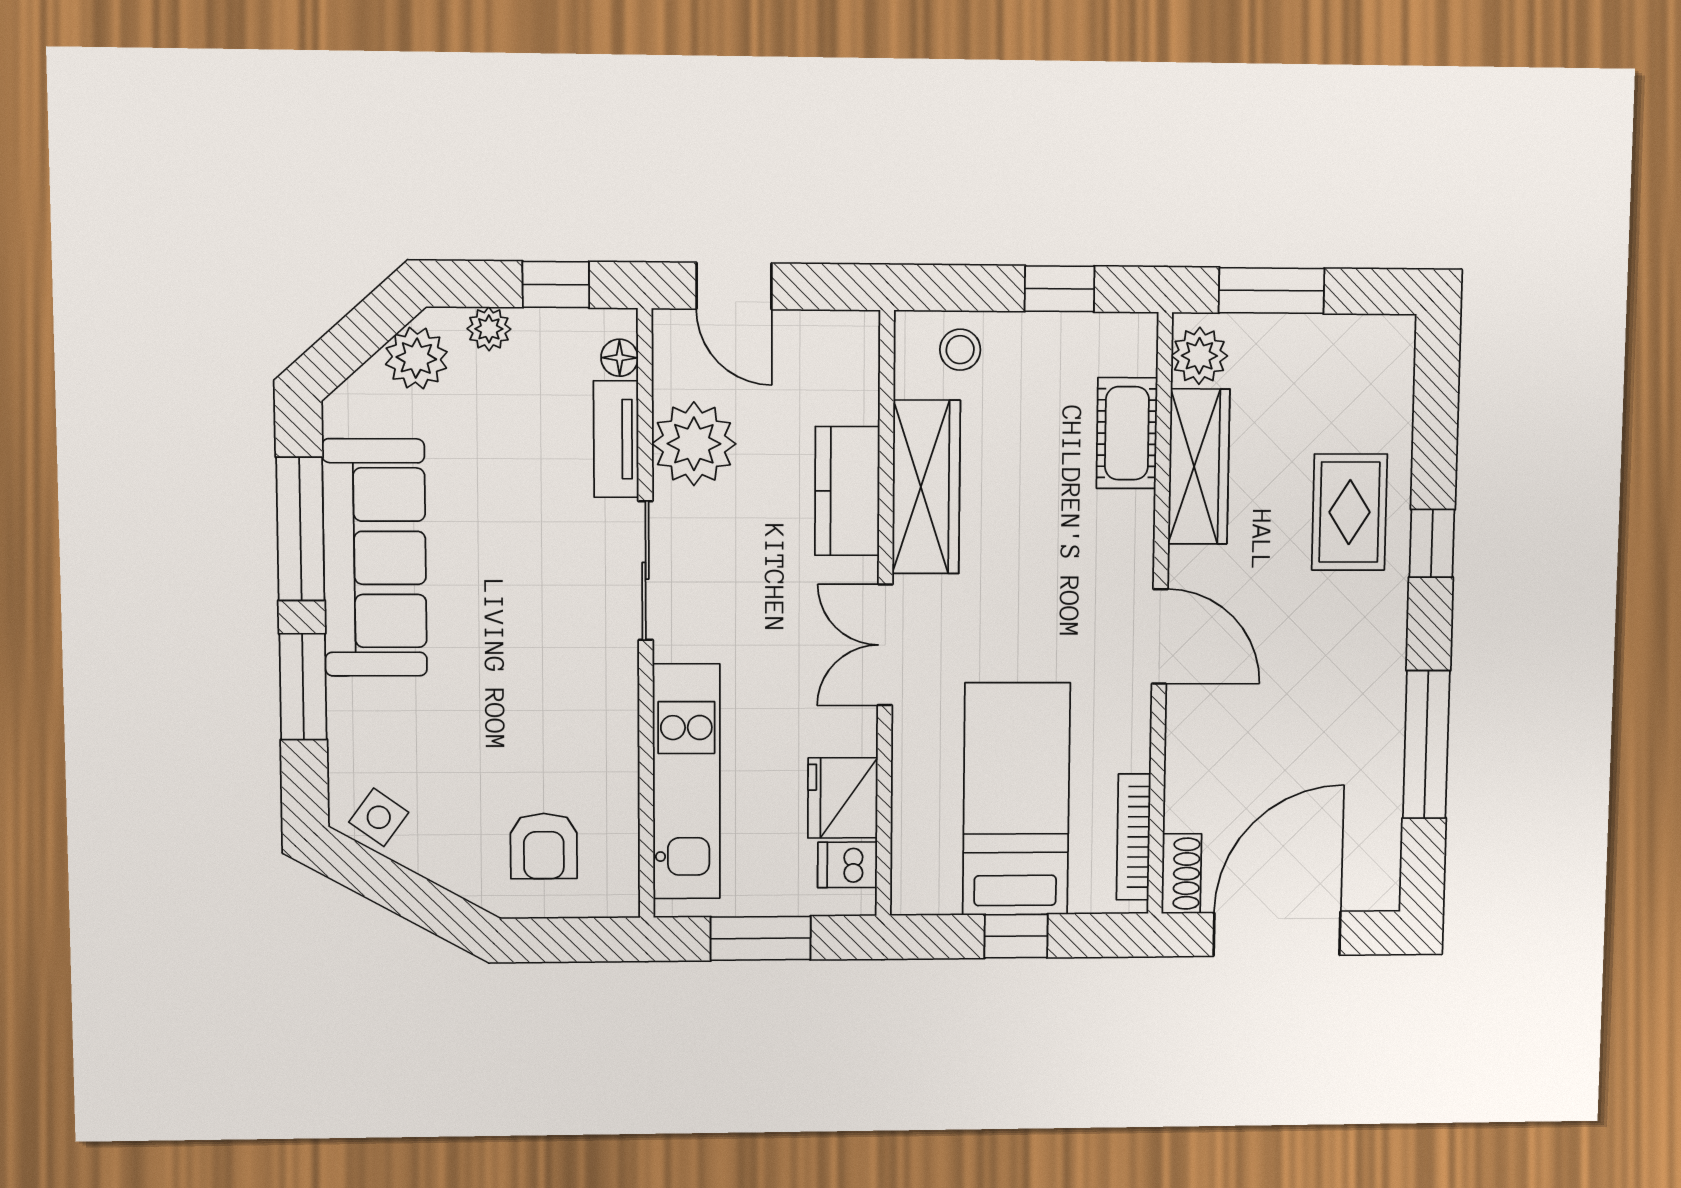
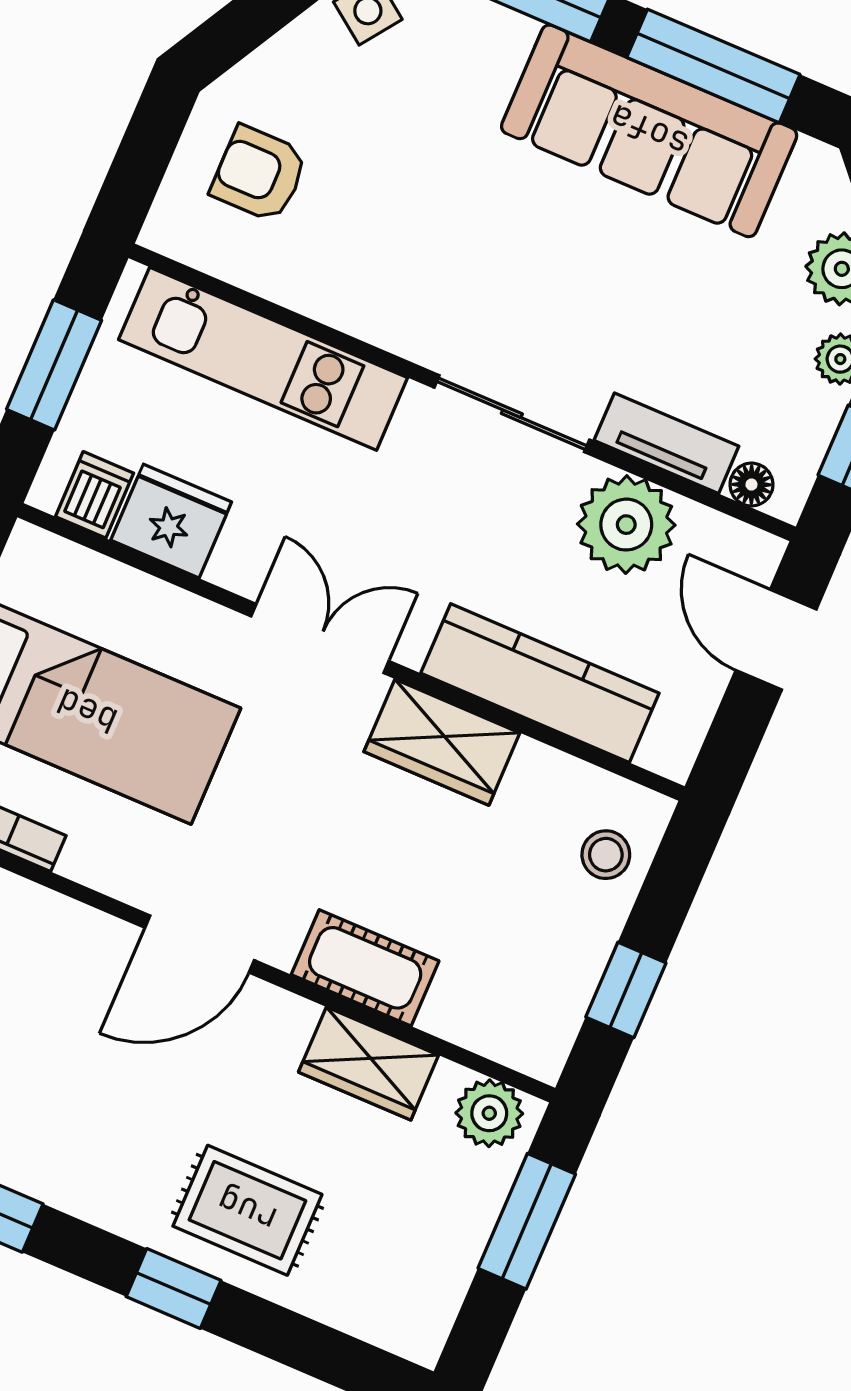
door: (734, 286) -> (776, 640), hinge flipped
cot: (1127, 433) -> (365, 968), moved
wardrobe: (1199, 467) -> (369, 1064), width x0.67
wardrobe: (926, 487) -> (442, 742), width x0.67
kitchen counter: (847, 491) -> (540, 683), width x1.50

